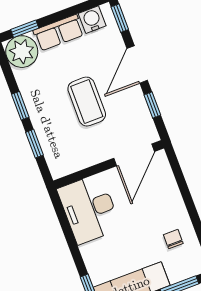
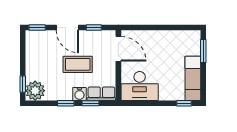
water cooler: (92, 20) -> (79, 94), moved, turned -90
row of seats: (59, 33) -> (101, 94), moved, turned -90
chair: (173, 239) -> (175, 44), removed

